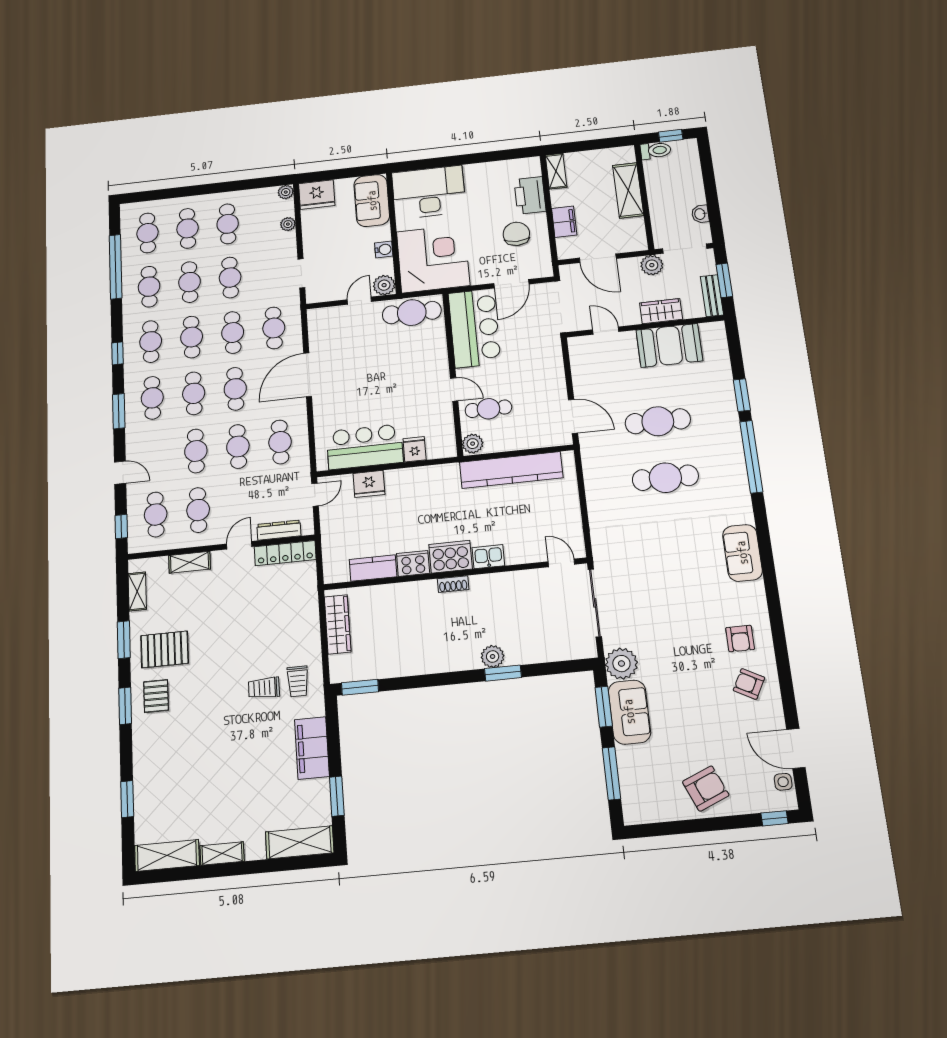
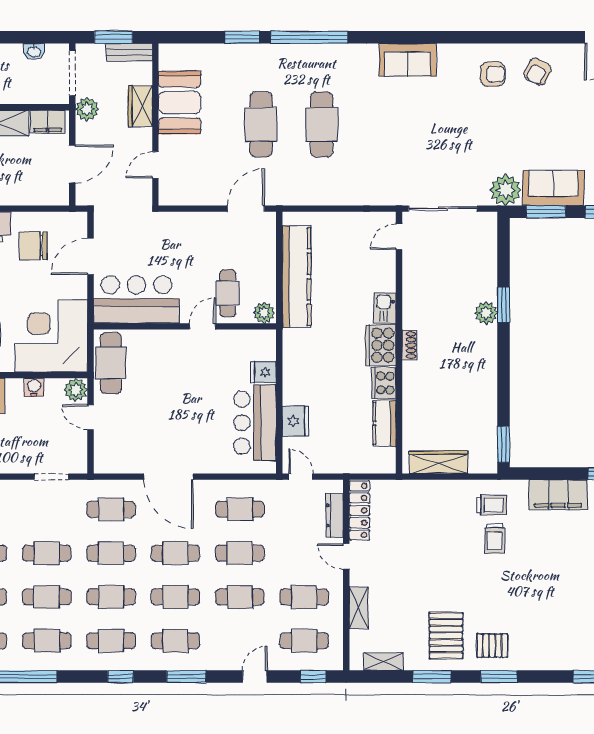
filing cabinet: (564, 222) -> (48, 122), moved, turned 180
door: (511, 284) -> (90, 256), swing flipped

